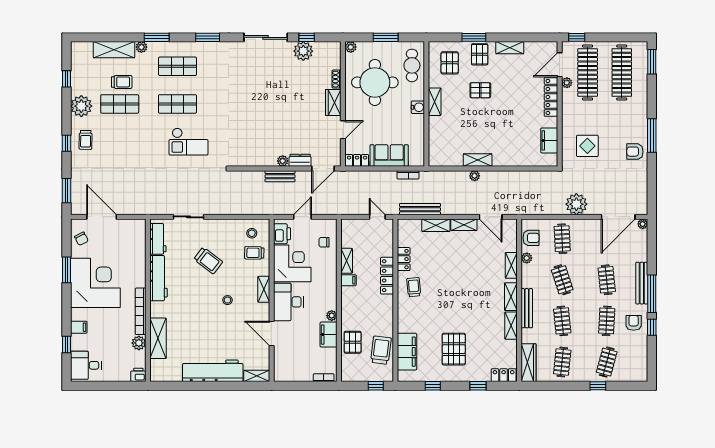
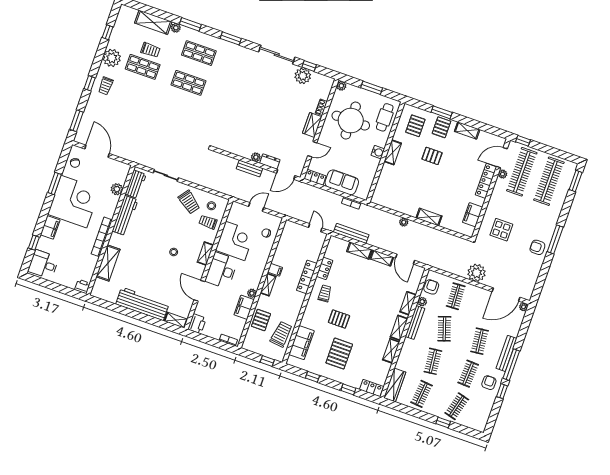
checkout: (188, 142) -> (187, 116), removed
shelving: (478, 160) -> (429, 217), moved
printer: (282, 234) -> (197, 324), moved
armchair: (531, 238) -> (431, 287), turned -90
trolley: (208, 261) -> (189, 202), moved
shelving: (347, 261) -> (268, 285), moved
bench: (527, 308) -> (415, 322), moved
pallet: (440, 310) -> (339, 319), added
filing cabinet: (79, 327) -> (50, 227), width x2.00
plant: (139, 343) -> (117, 189), moved

